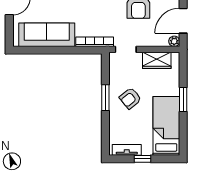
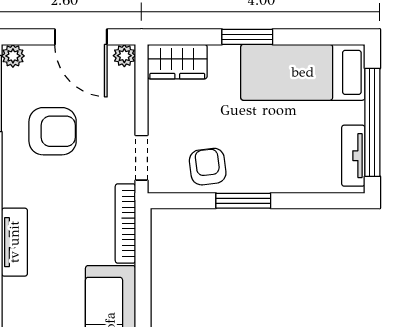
wardrobe: (157, 60) -> (177, 62), moved, turned 90
armchair: (130, 98) -> (208, 167), moved, turned -148
window: (143, 159) -> (372, 122), width x3.17

